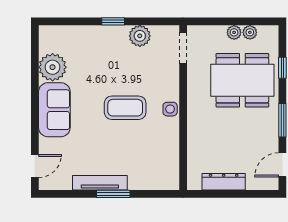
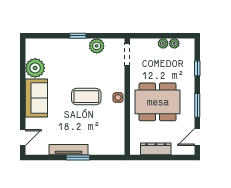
dining table: (242, 80) -> (158, 102), moved

